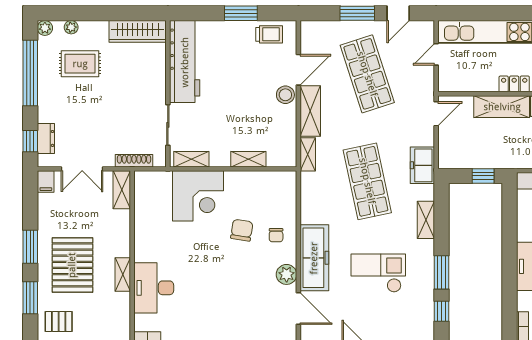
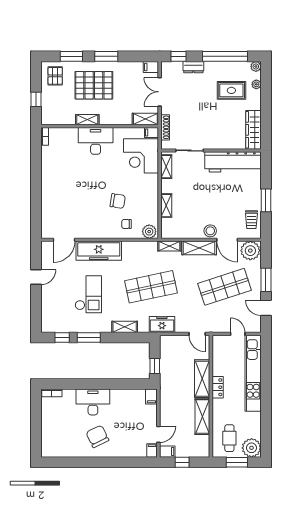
plant: (314, 36) -> (250, 251), added
rug: (80, 64) -> (231, 90), turned 90
dresser: (46, 138) -> (193, 67), moved
filing cabinet: (141, 181) -> (151, 132), added
corner desk: (198, 196) -> (141, 156), moved
chair: (276, 235) -> (127, 224), moved
plant: (287, 274) -> (149, 232), moved
desk: (154, 288) -> (96, 141), moved

